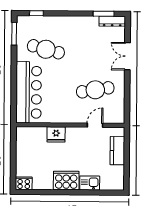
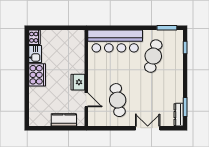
fridge: (56, 134) -> (78, 82), moved
kitchen sink: (90, 183) -> (35, 54), moved

